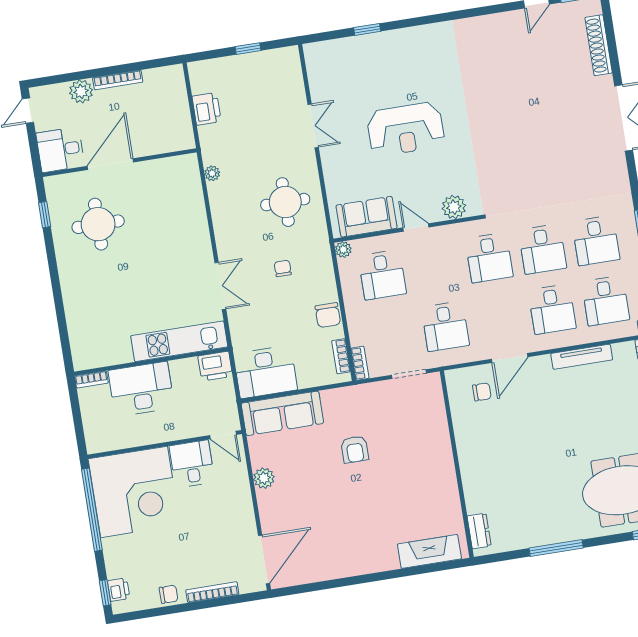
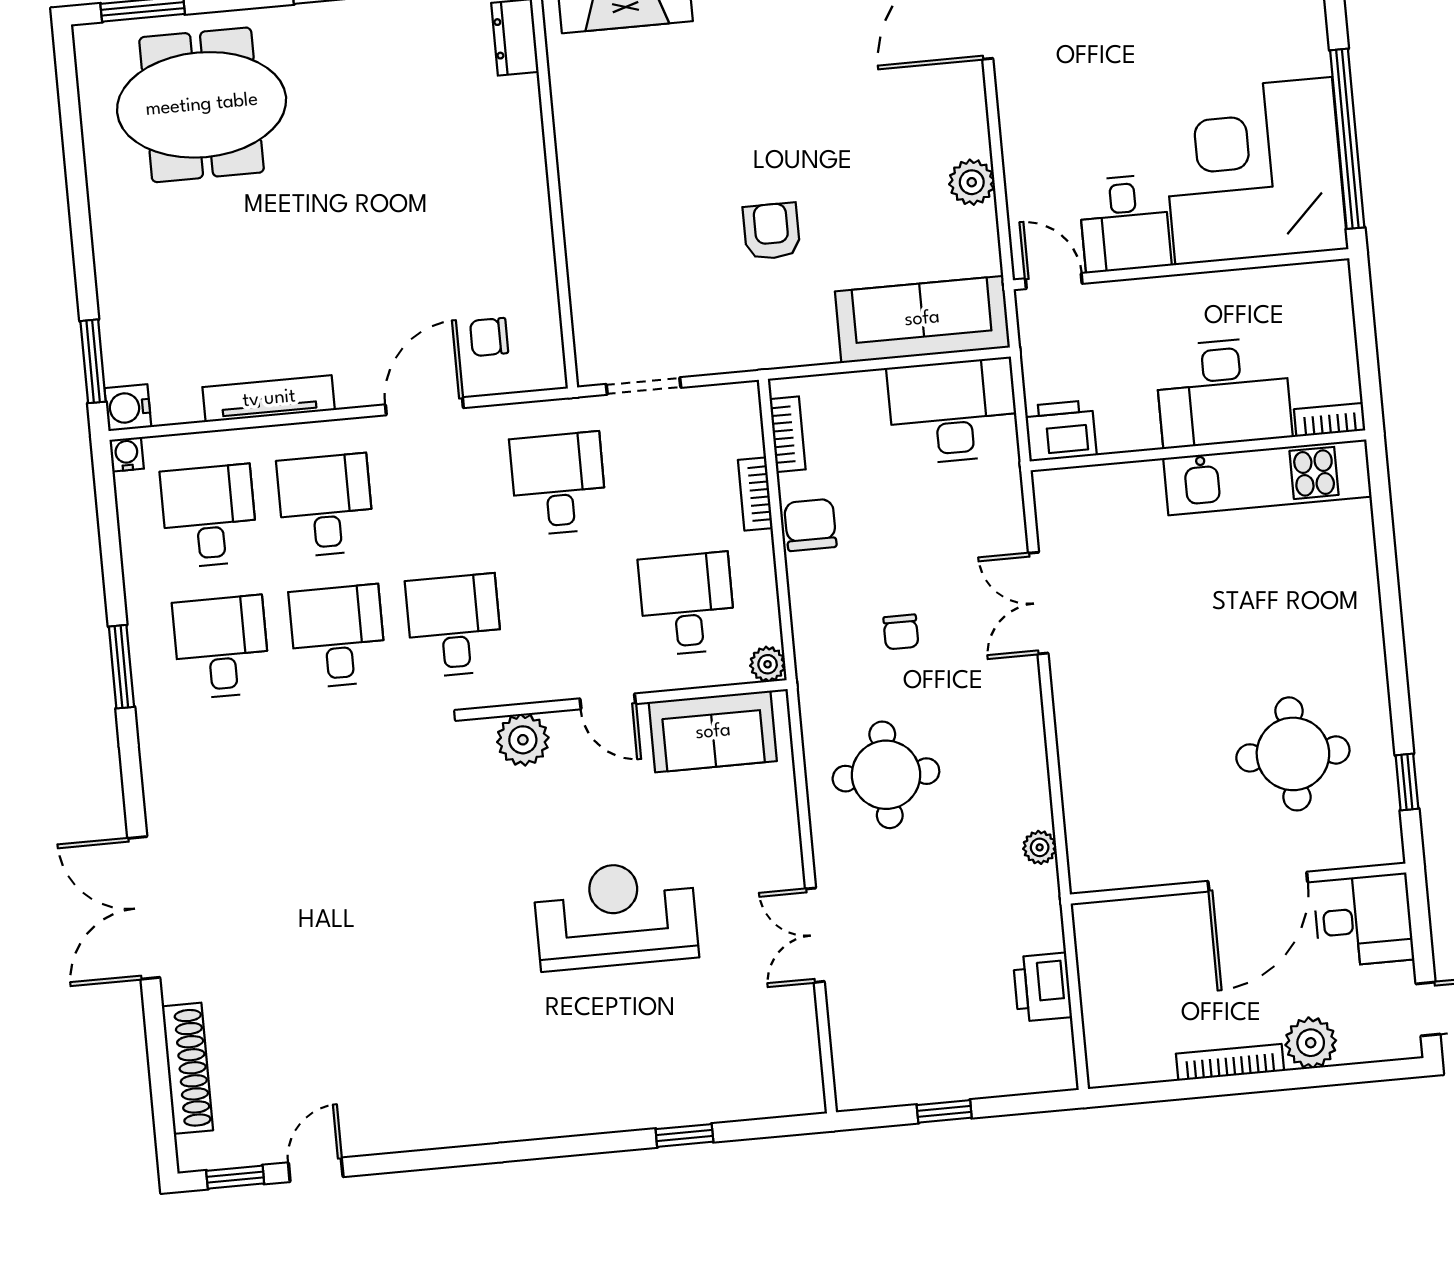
kitchen unit: (179, 341) -> (1267, 477), moved
bookcase: (360, 363) -> (755, 494), moved

